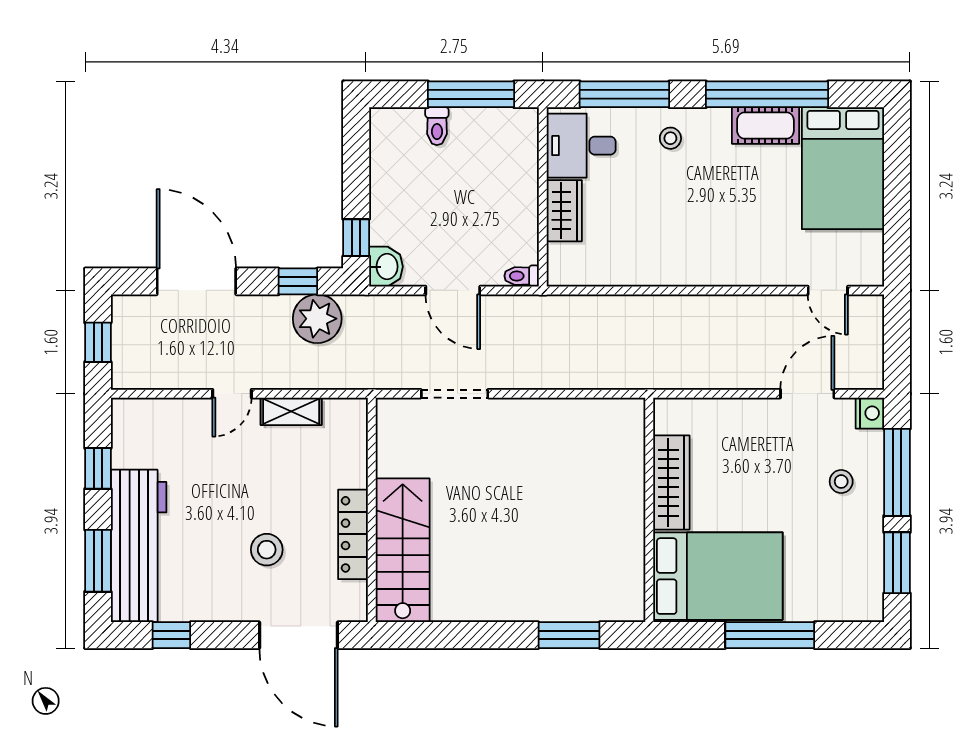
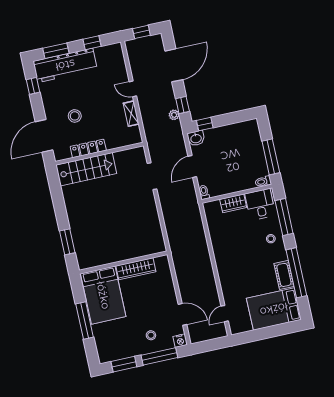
toilet: (437, 126) -> (263, 182), moved
plant: (317, 319) -> (174, 115), width x0.53, depth x0.53

